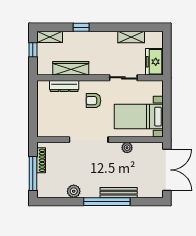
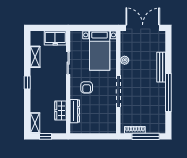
window: (81, 27) -> (27, 82), moved
wardrobe: (71, 68) -> (61, 111), width x0.67
plant: (74, 191) -> (160, 103), removed
window: (107, 202) -> (168, 92), moved

